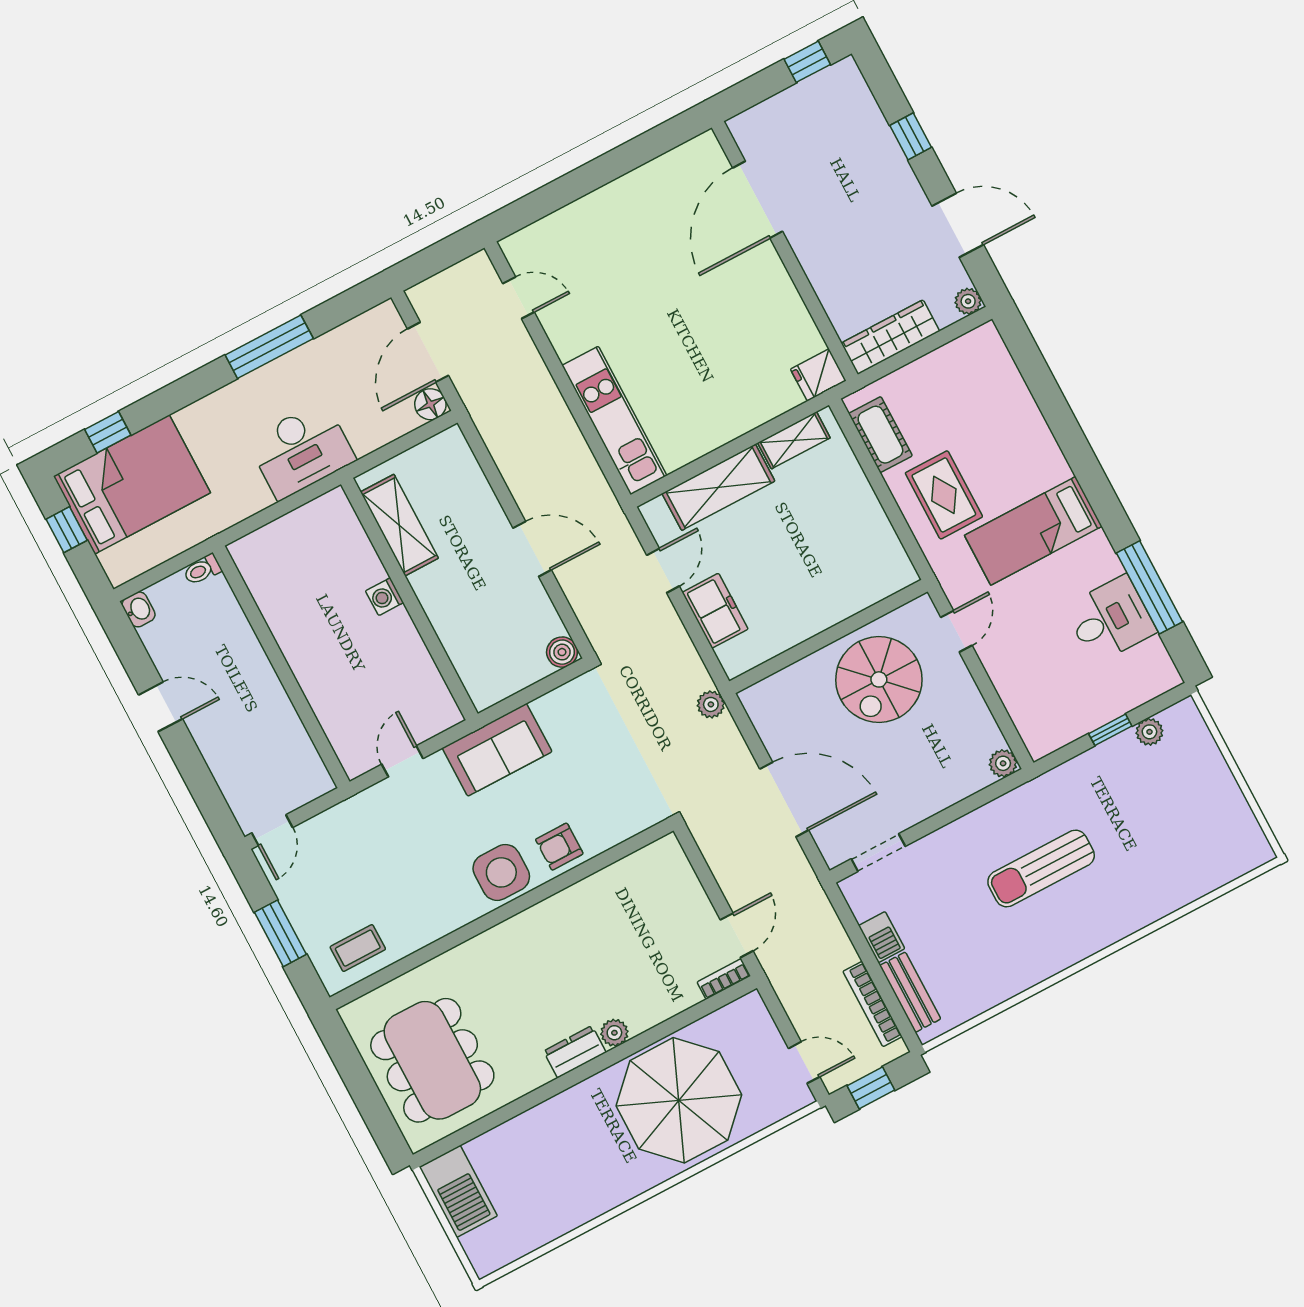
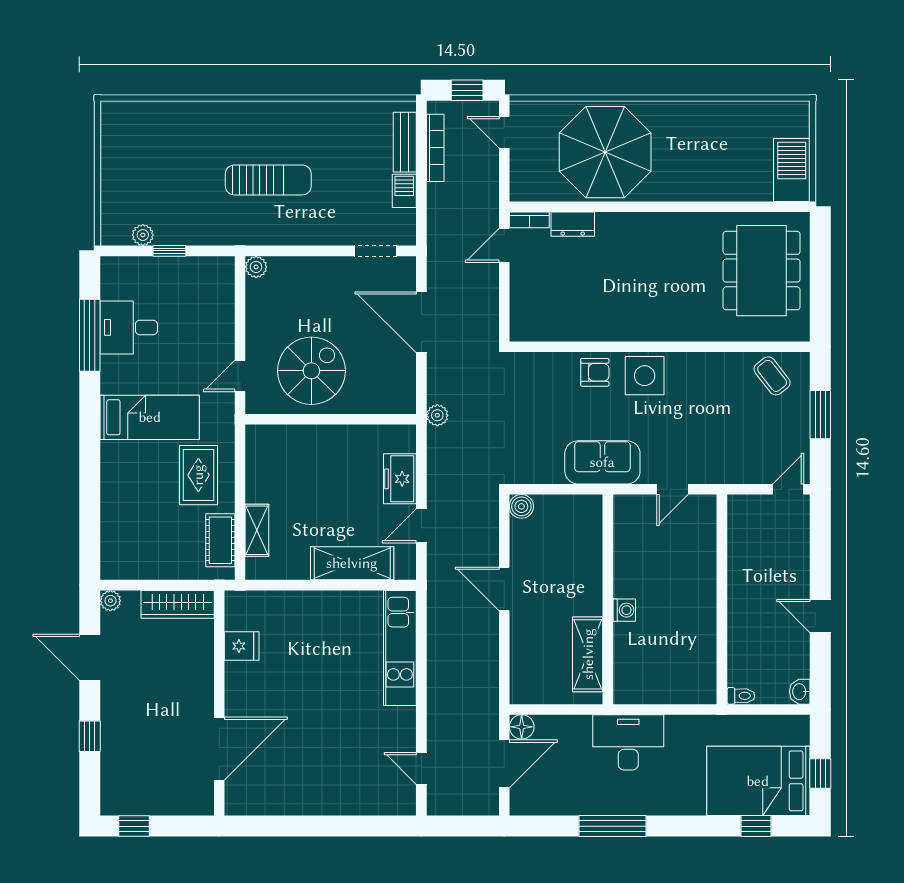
fridge: (818, 375) -> (242, 646), moved
shelving: (794, 440) -> (257, 530), moved, turned 90
coffee table: (358, 948) -> (772, 376), turned 52
plant: (614, 1033) -> (625, 223), removed
dresser: (575, 1052) -> (573, 224), moved

